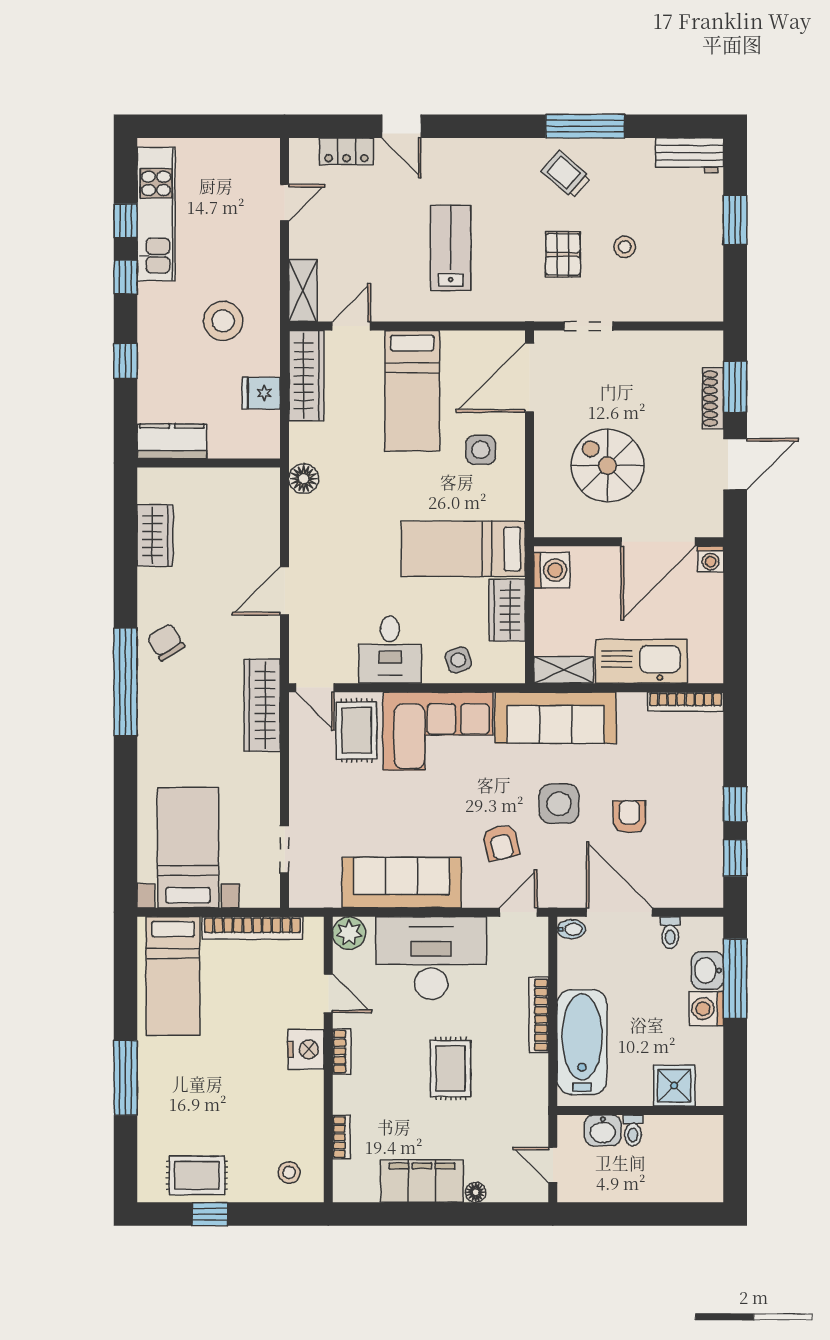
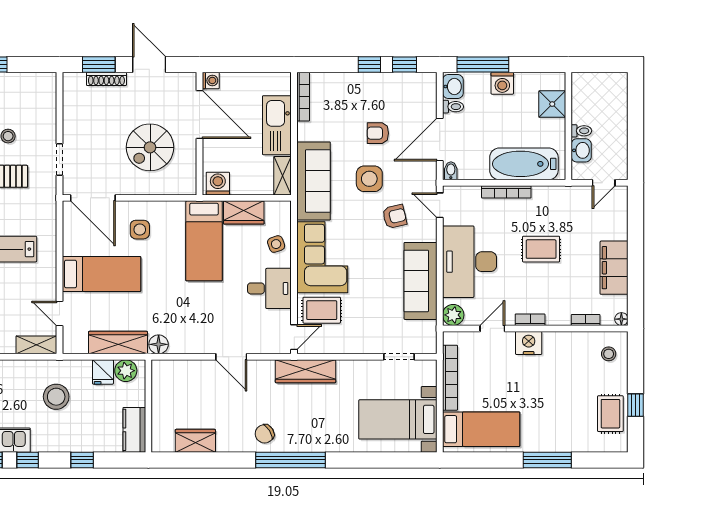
wardrobe: (306, 376) -> (118, 343), moved
plant: (263, 428) -> (126, 371), added
washbasin: (708, 970) -> (453, 87), moved, turned -90
floor lamp: (476, 1192) -> (621, 319), moved

